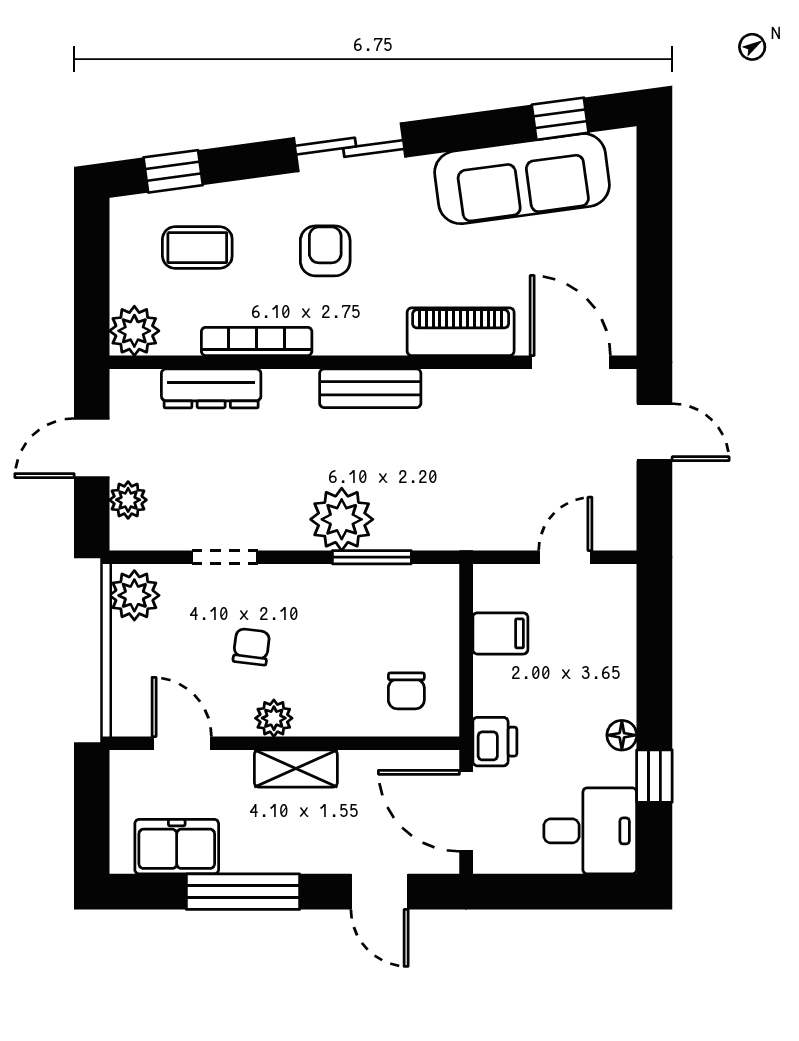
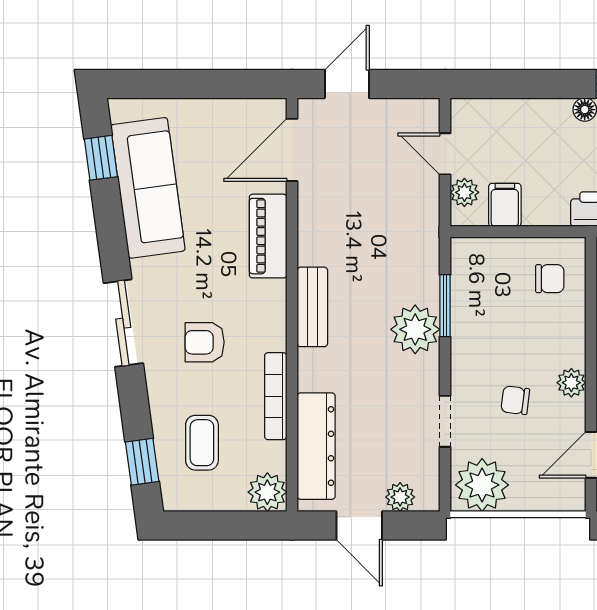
dresser: (211, 388) -> (316, 446), width x1.37, depth x1.24
plant: (516, 582) -> (464, 192), added
plant: (134, 595) -> (482, 485), width x1.36, depth x1.36

